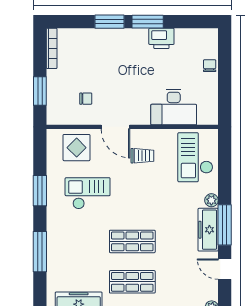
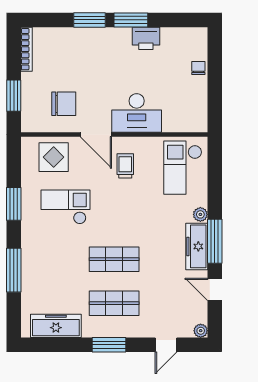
chair: (86, 99) -> (64, 104), width x1.87, depth x1.87
desk: (174, 107) -> (137, 113), moved
trolley: (142, 156) -> (125, 166), turned -90

